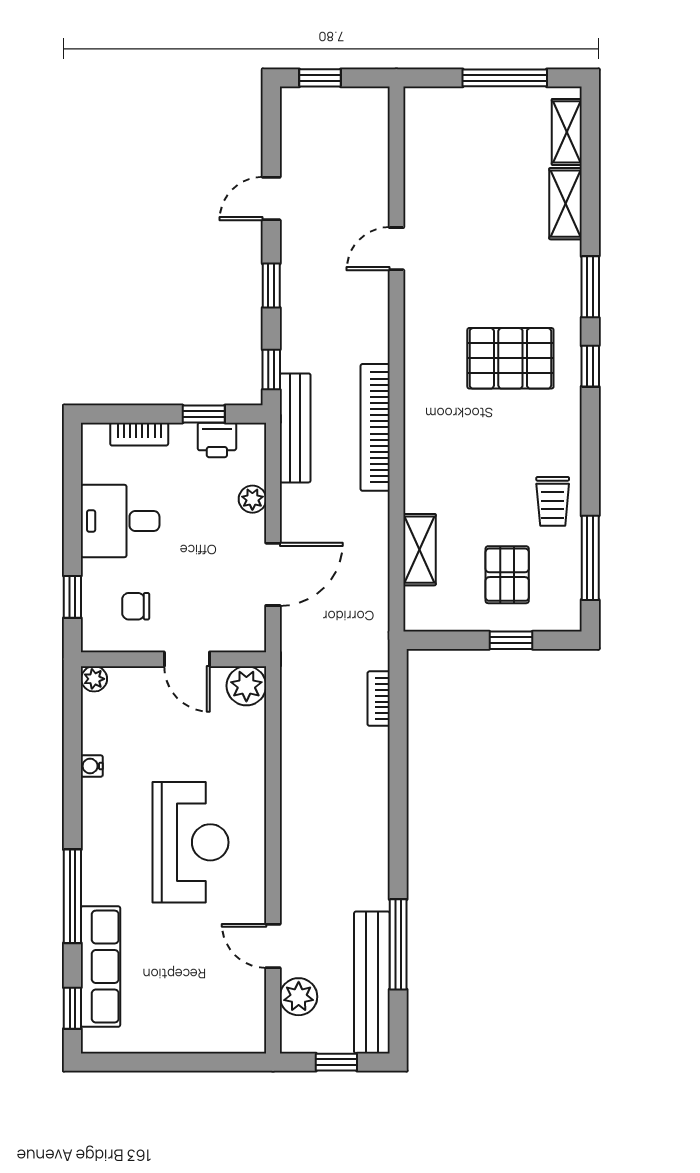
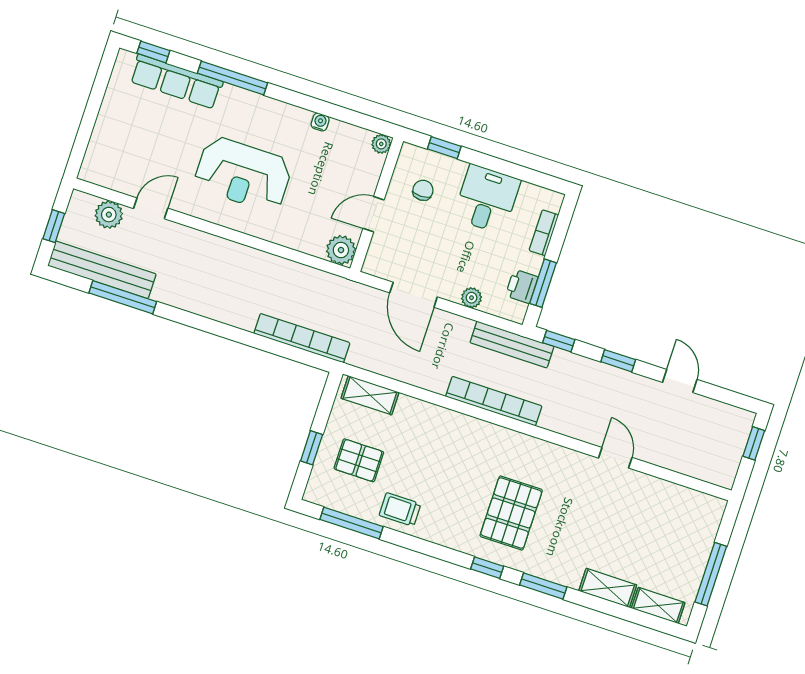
window: (204, 414) -> (543, 283), width x1.50
shelving: (419, 550) -> (370, 395), moved
bookcase: (379, 699) -> (302, 338), width x2.31, depth x1.31

